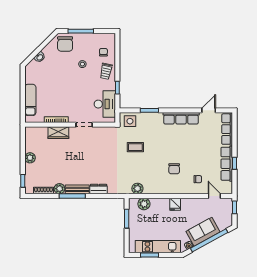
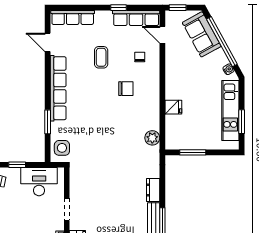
row of seats: (181, 118) -> (58, 88), width x1.36
coffee table: (135, 147) -> (101, 57), moved
row of seats: (227, 164) -> (136, 18), moved
door: (214, 196) -> (162, 35), hinge flipped
plant: (144, 204) -> (173, 129), removed
fridge: (175, 204) -> (173, 107), moved
sofa: (203, 232) -> (202, 34), moved

